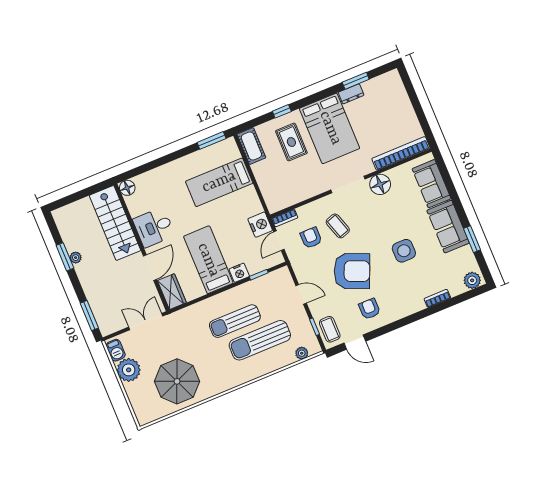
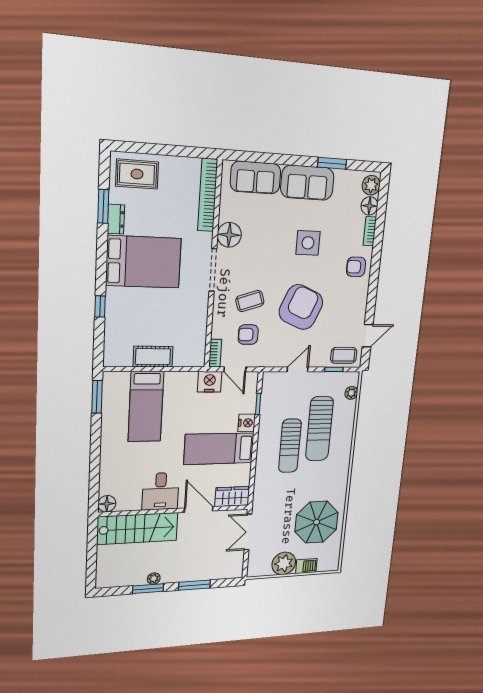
rug: (291, 142) -> (137, 174), moved
cot: (251, 146) -> (153, 357), moved
floor lamp: (456, 287) -> (369, 206), added
armchair: (369, 309) -> (356, 267), moved
window: (89, 316) -> (194, 585), moved
barbecue: (116, 350) -> (306, 566), moved

